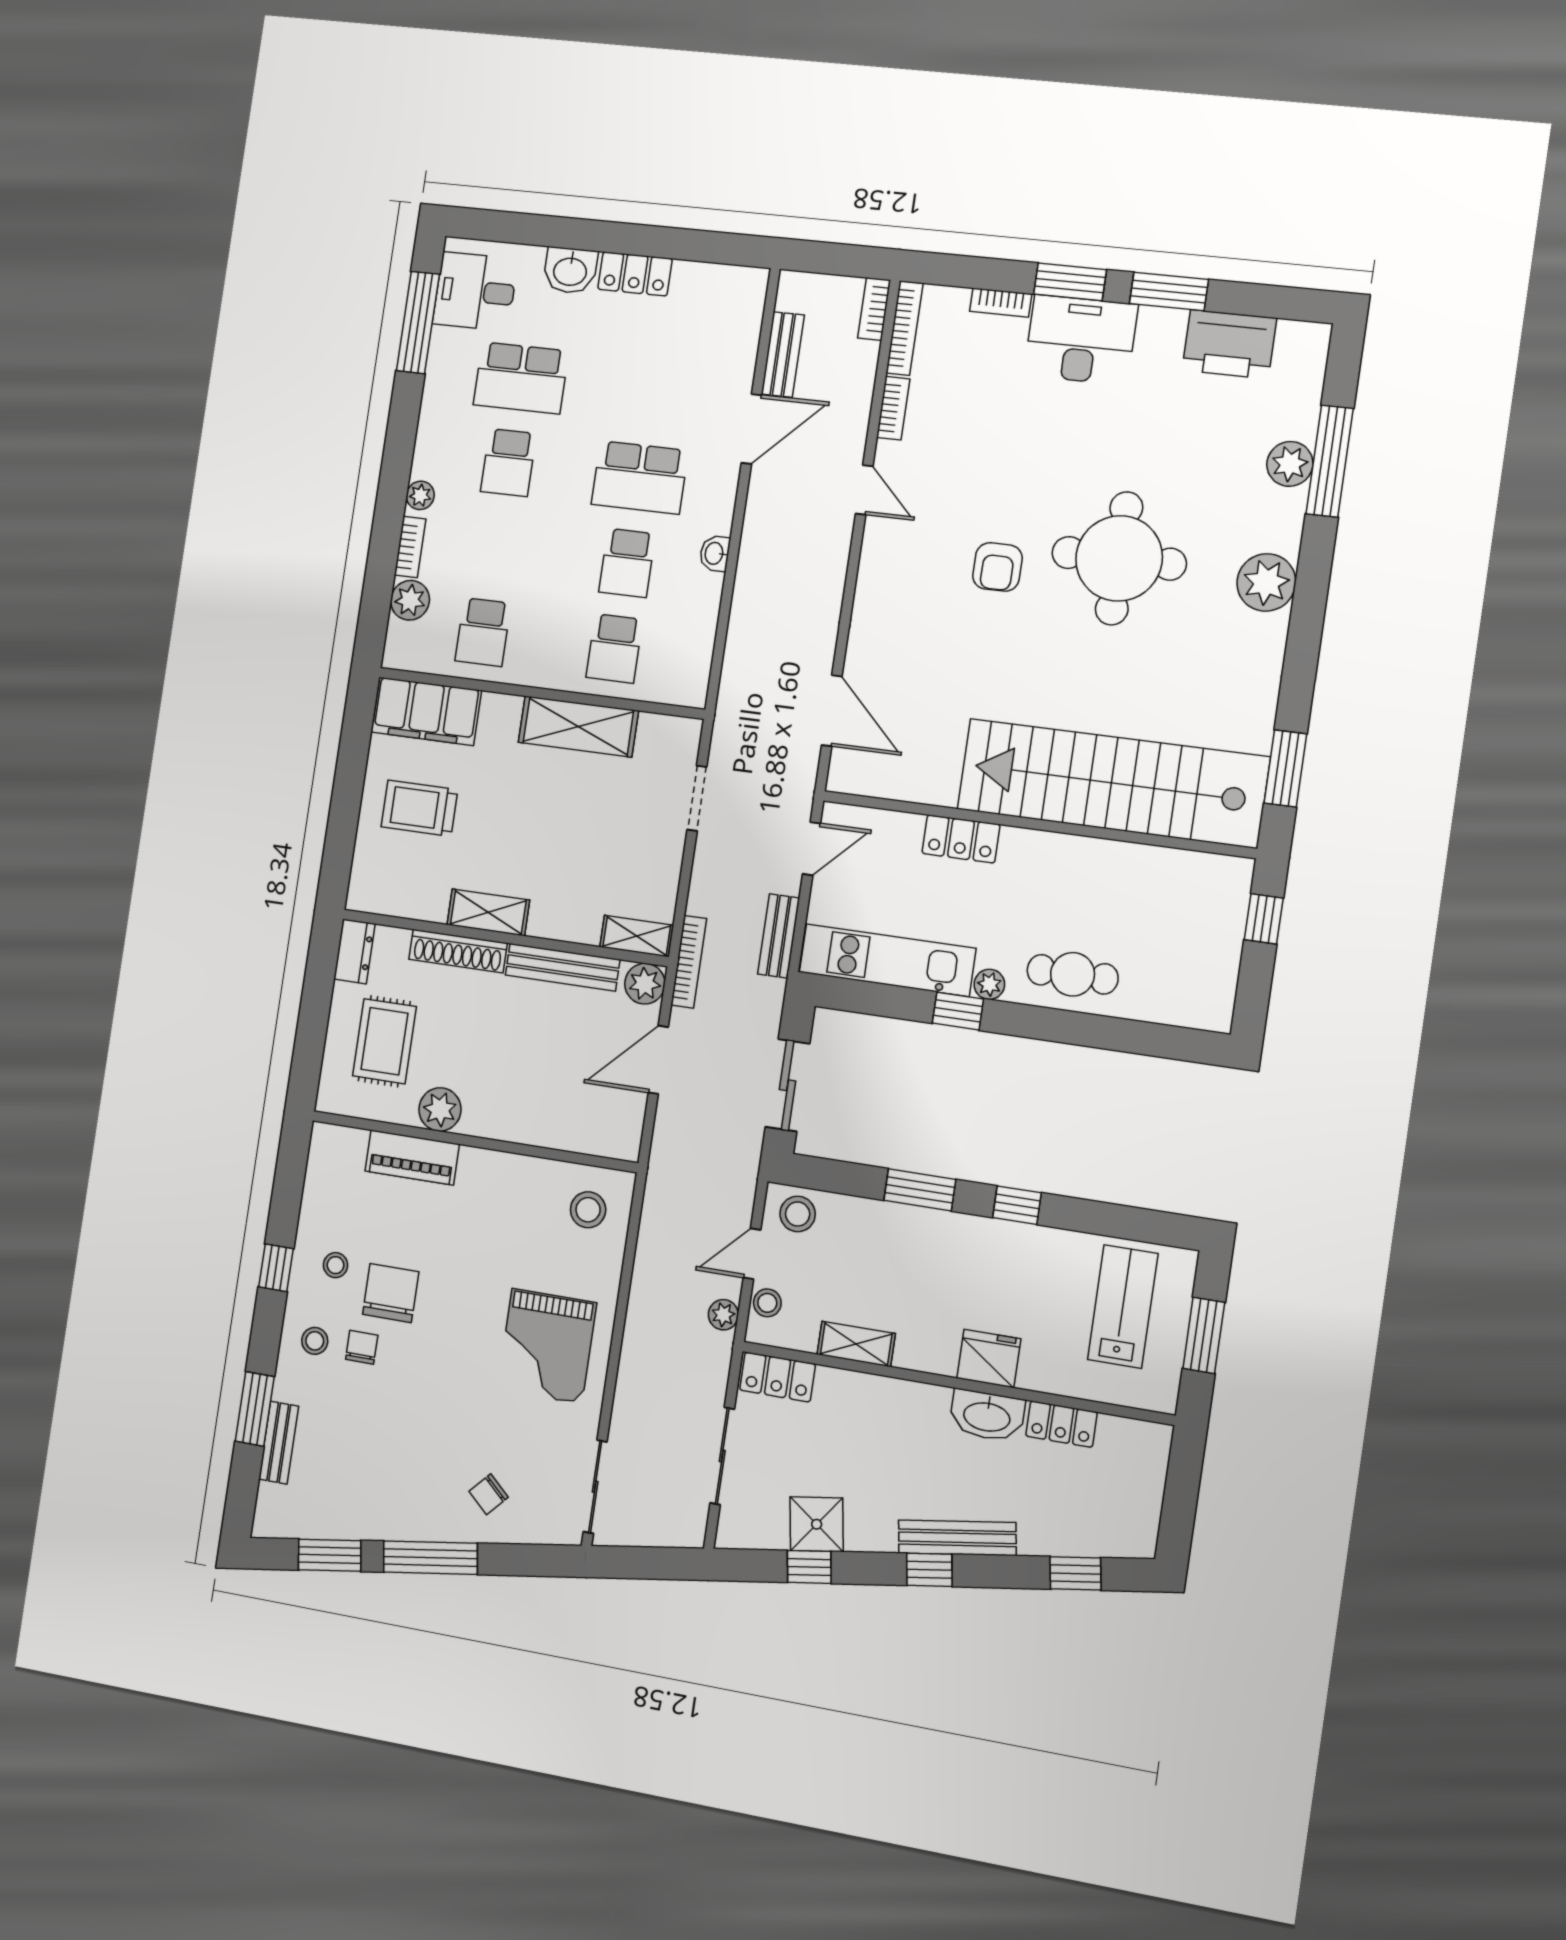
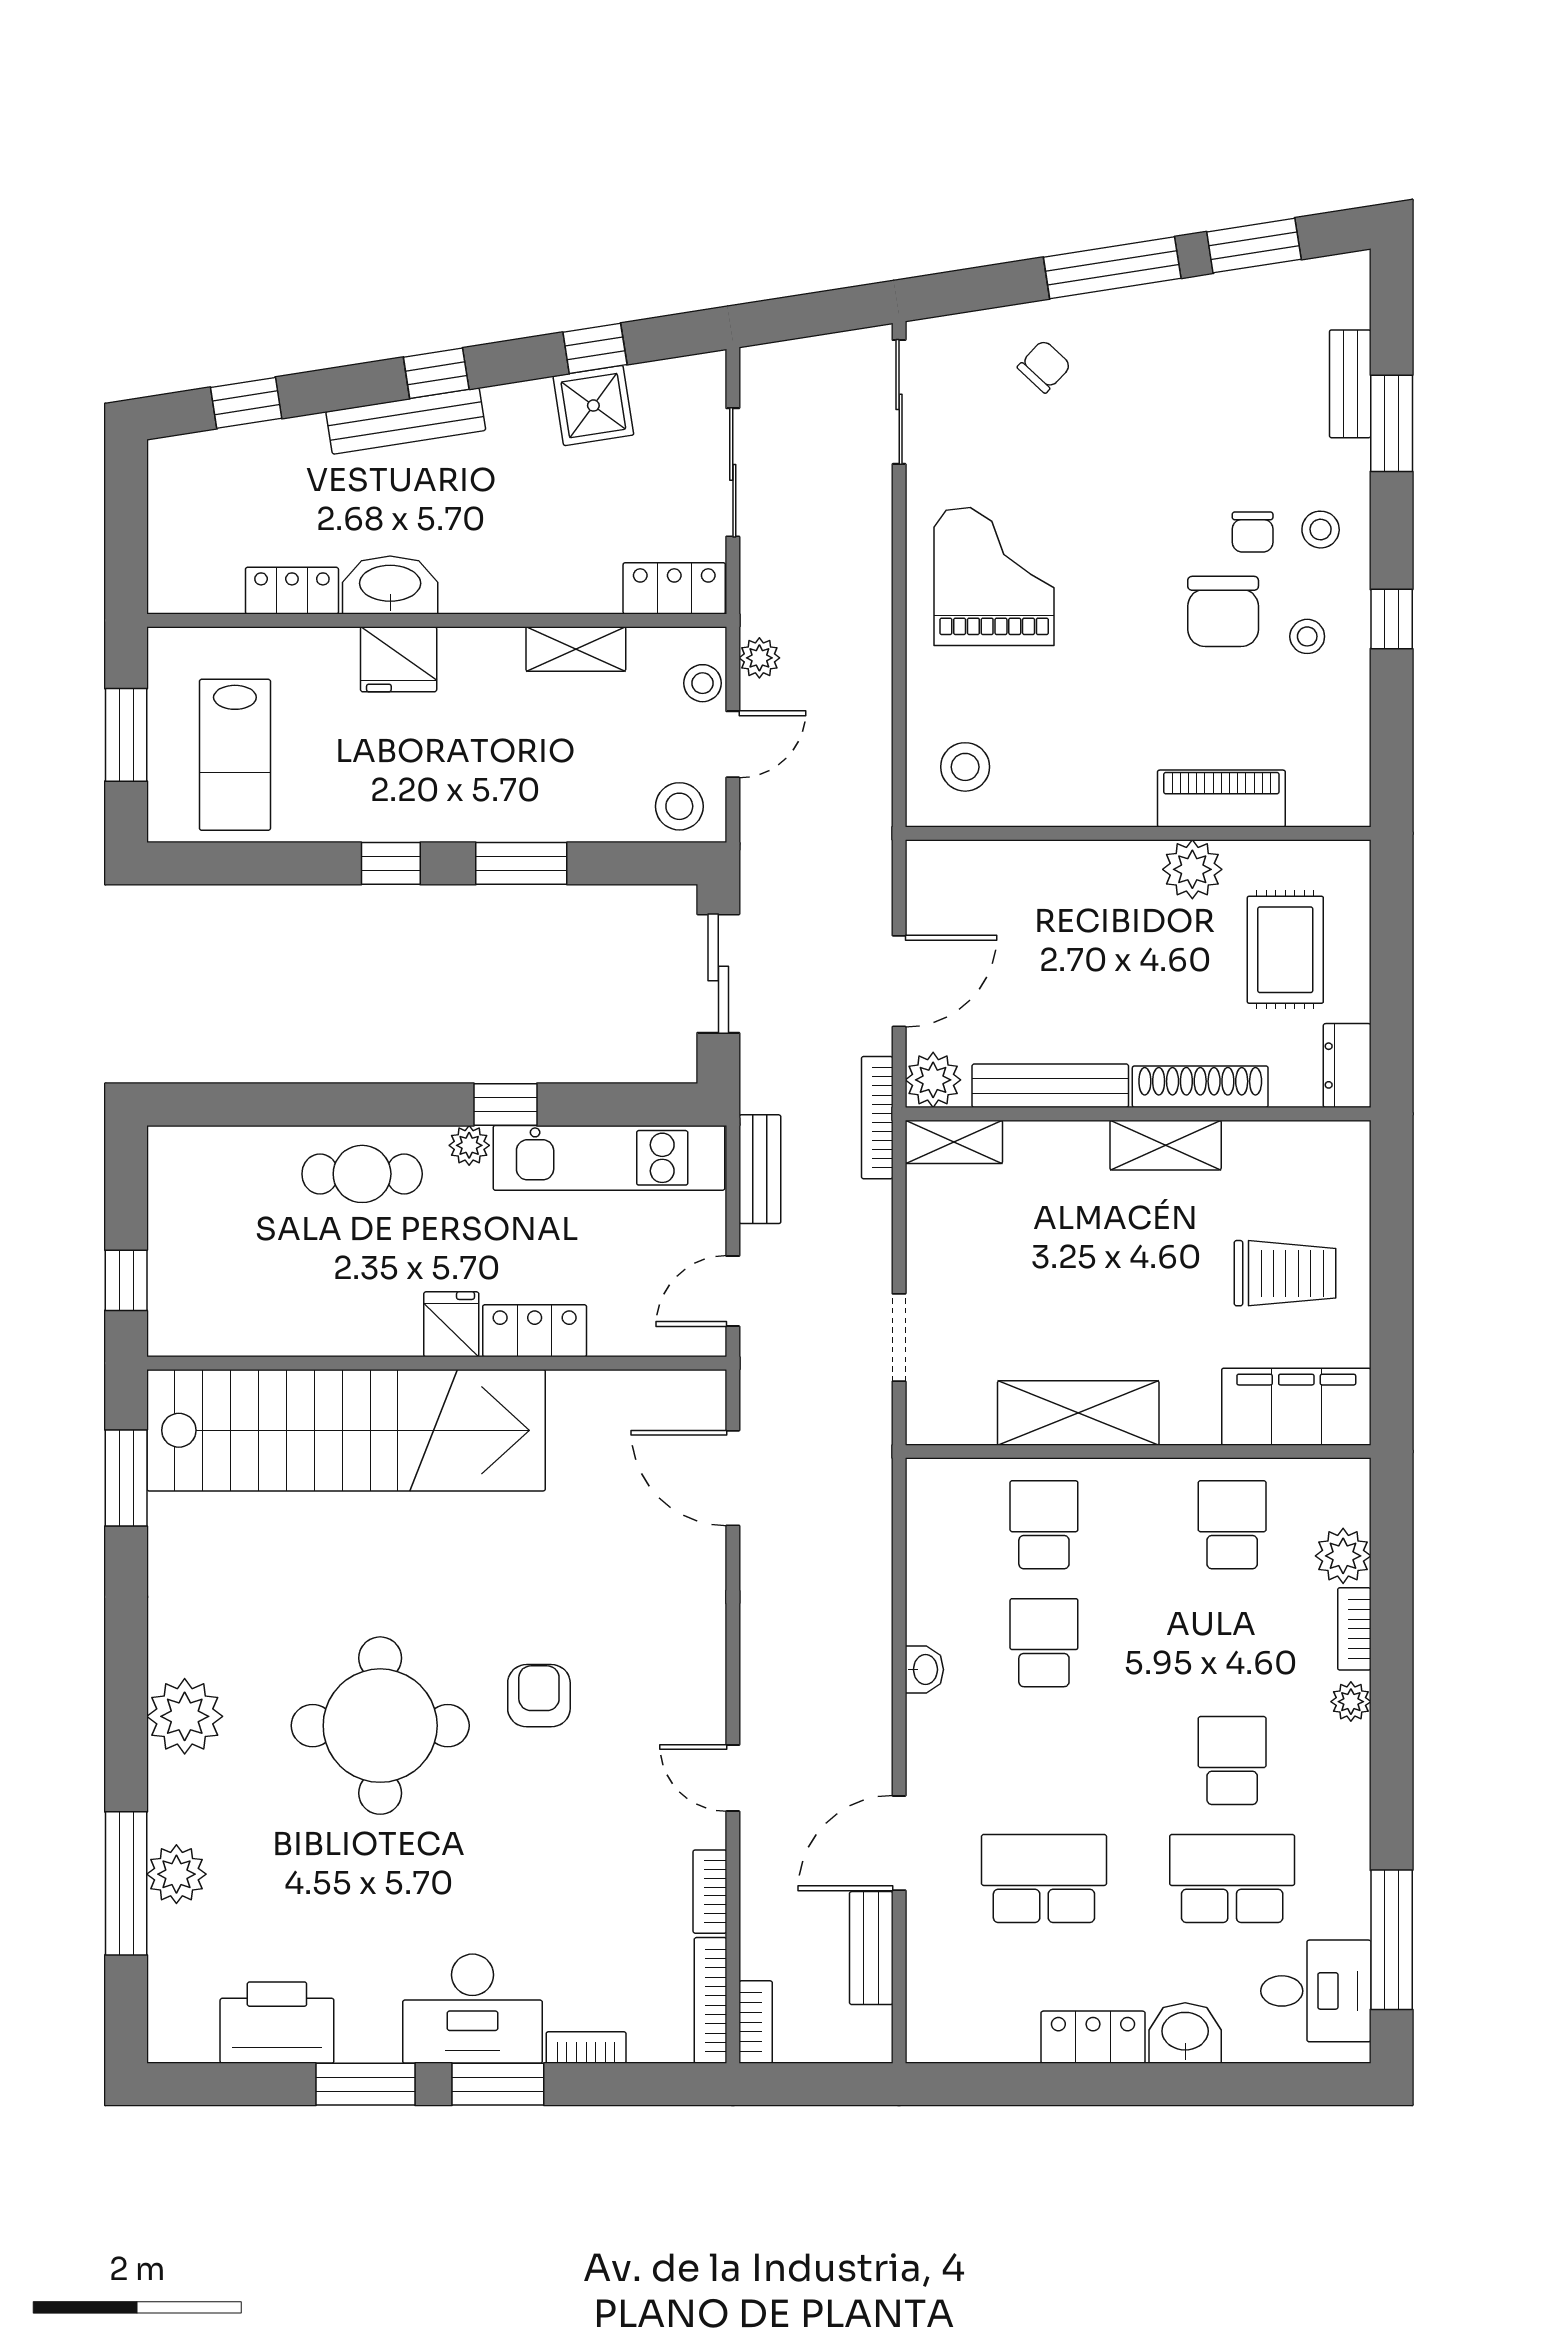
school desk: (640, 477) -> (1044, 1879), moved
fridge: (1022, 852) -> (451, 1324), added

